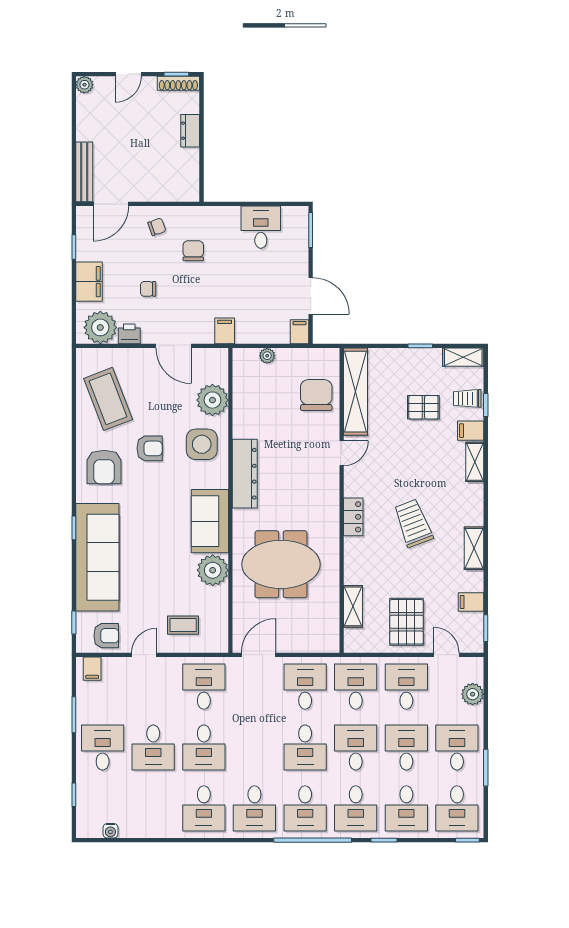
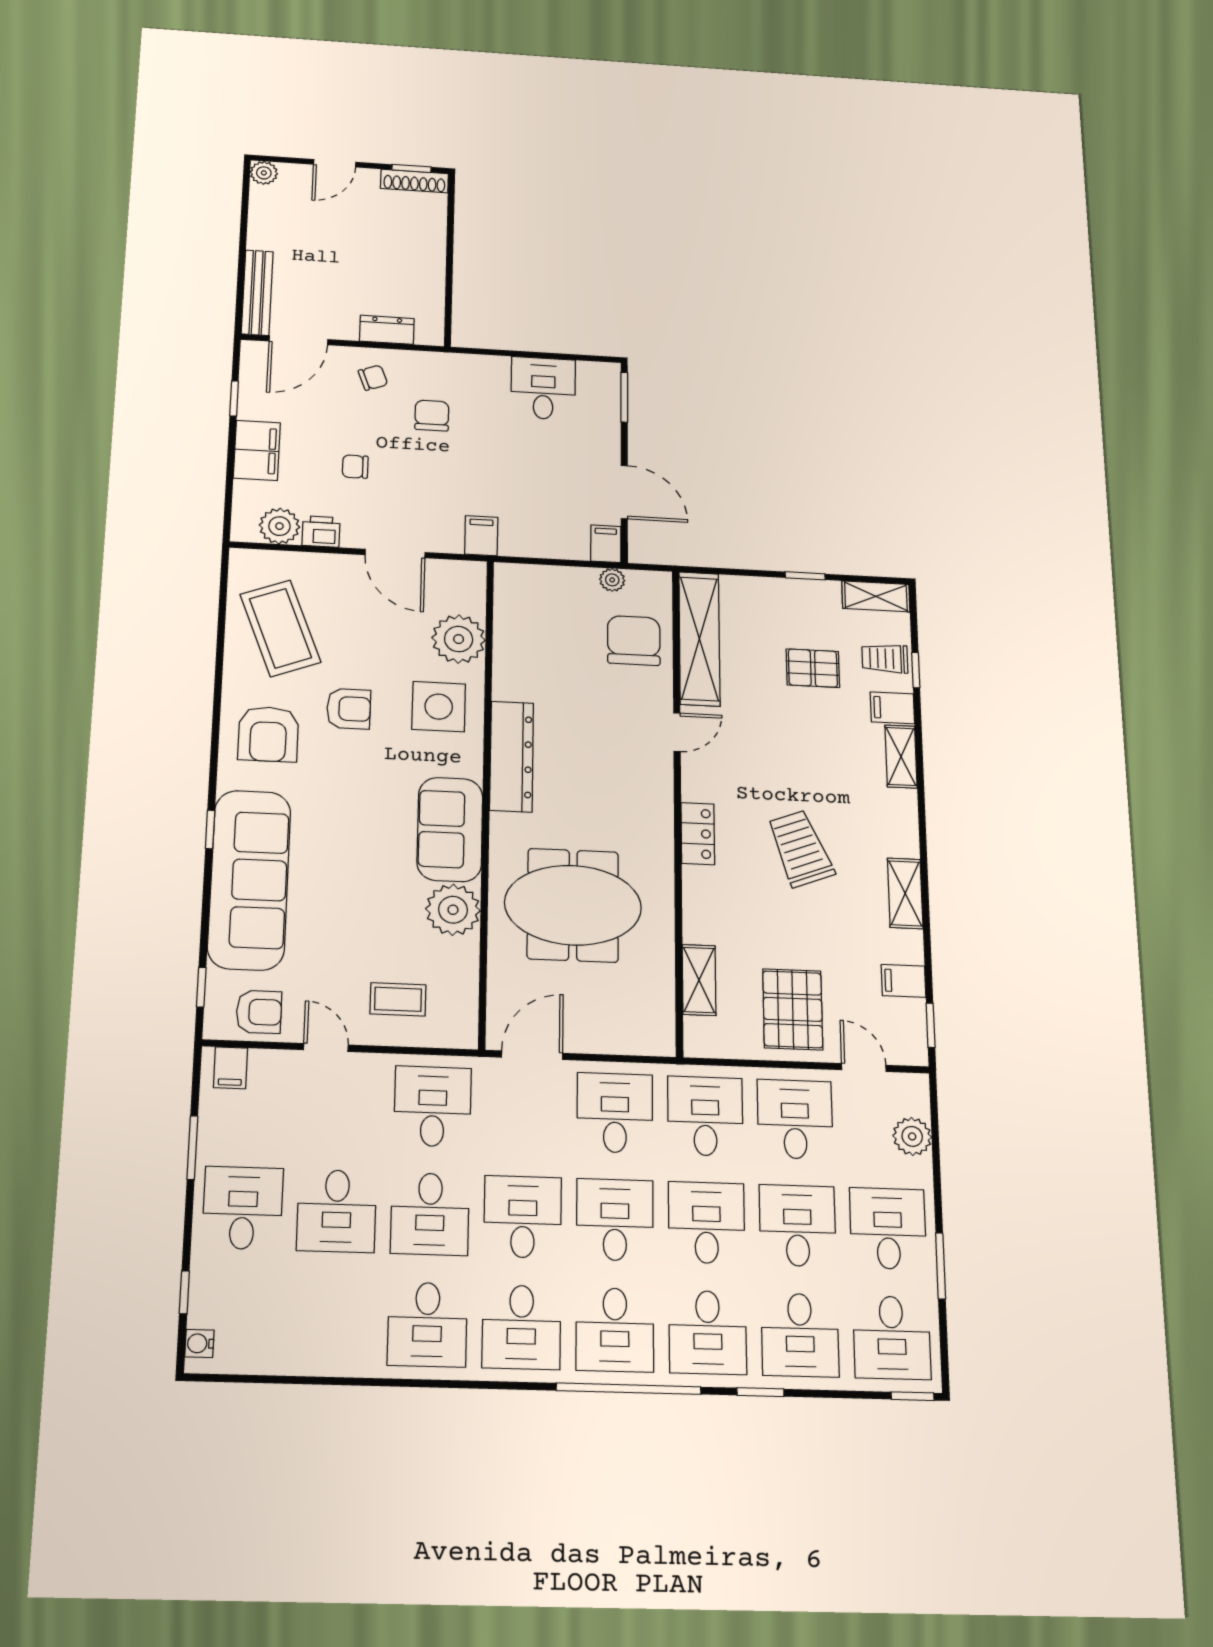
dresser: (190, 131) -> (387, 330), moved, turned 90
plant: (100, 327) -> (279, 526), width x0.73, depth x0.73
plant: (267, 356) -> (612, 580), moved
door: (144, 655) -> (326, 1047), hinge flipped
desk: (254, 748) -> (523, 1217), added
desk: (305, 748) -> (615, 1220), turned 180
water cooler: (110, 831) -> (199, 1343), moved, turned 90

